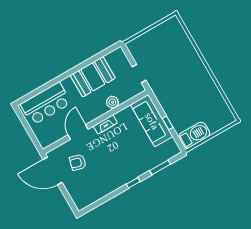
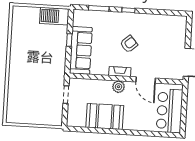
plant: (112, 102) -> (118, 87), moved
bar counter: (46, 104) -> (170, 111), moved, turned -90
door: (78, 132) -> (146, 80), hinge flipped
armchair: (78, 162) -> (129, 44), moved, turned -56

